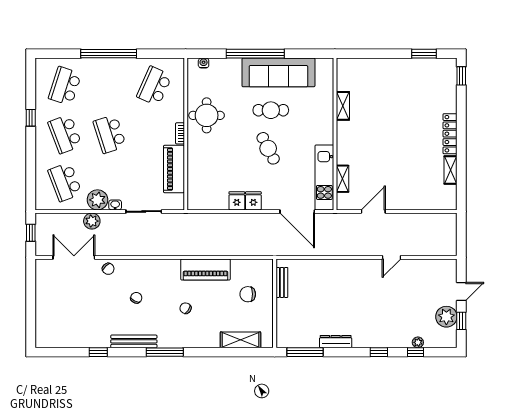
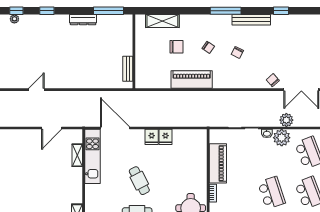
chair: (248, 294) -> (176, 47), moved
chair: (136, 298) -> (237, 52), moved

